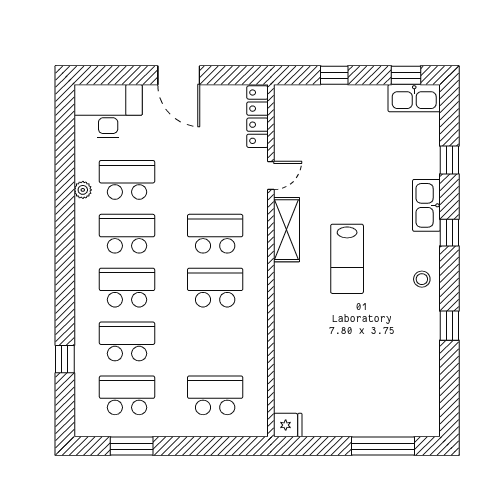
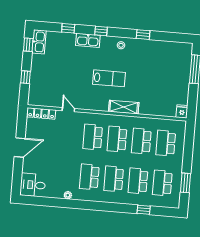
desk: (108, 111) -> (33, 185), width x0.73
school desk: (127, 180) -> (141, 141), moved
shelving: (287, 230) -> (124, 107), moved

